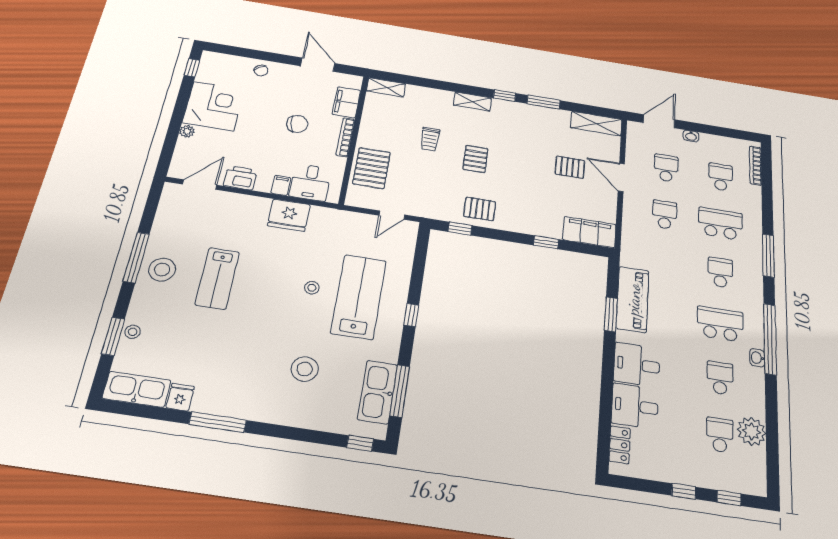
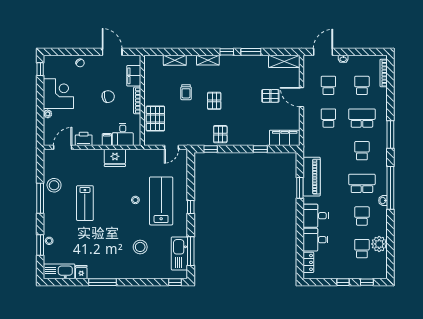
shelving: (386, 87) -> (175, 60), moved
pallet: (480, 209) -> (220, 134), turned 90
stool: (162, 270) -> (54, 185), moved

